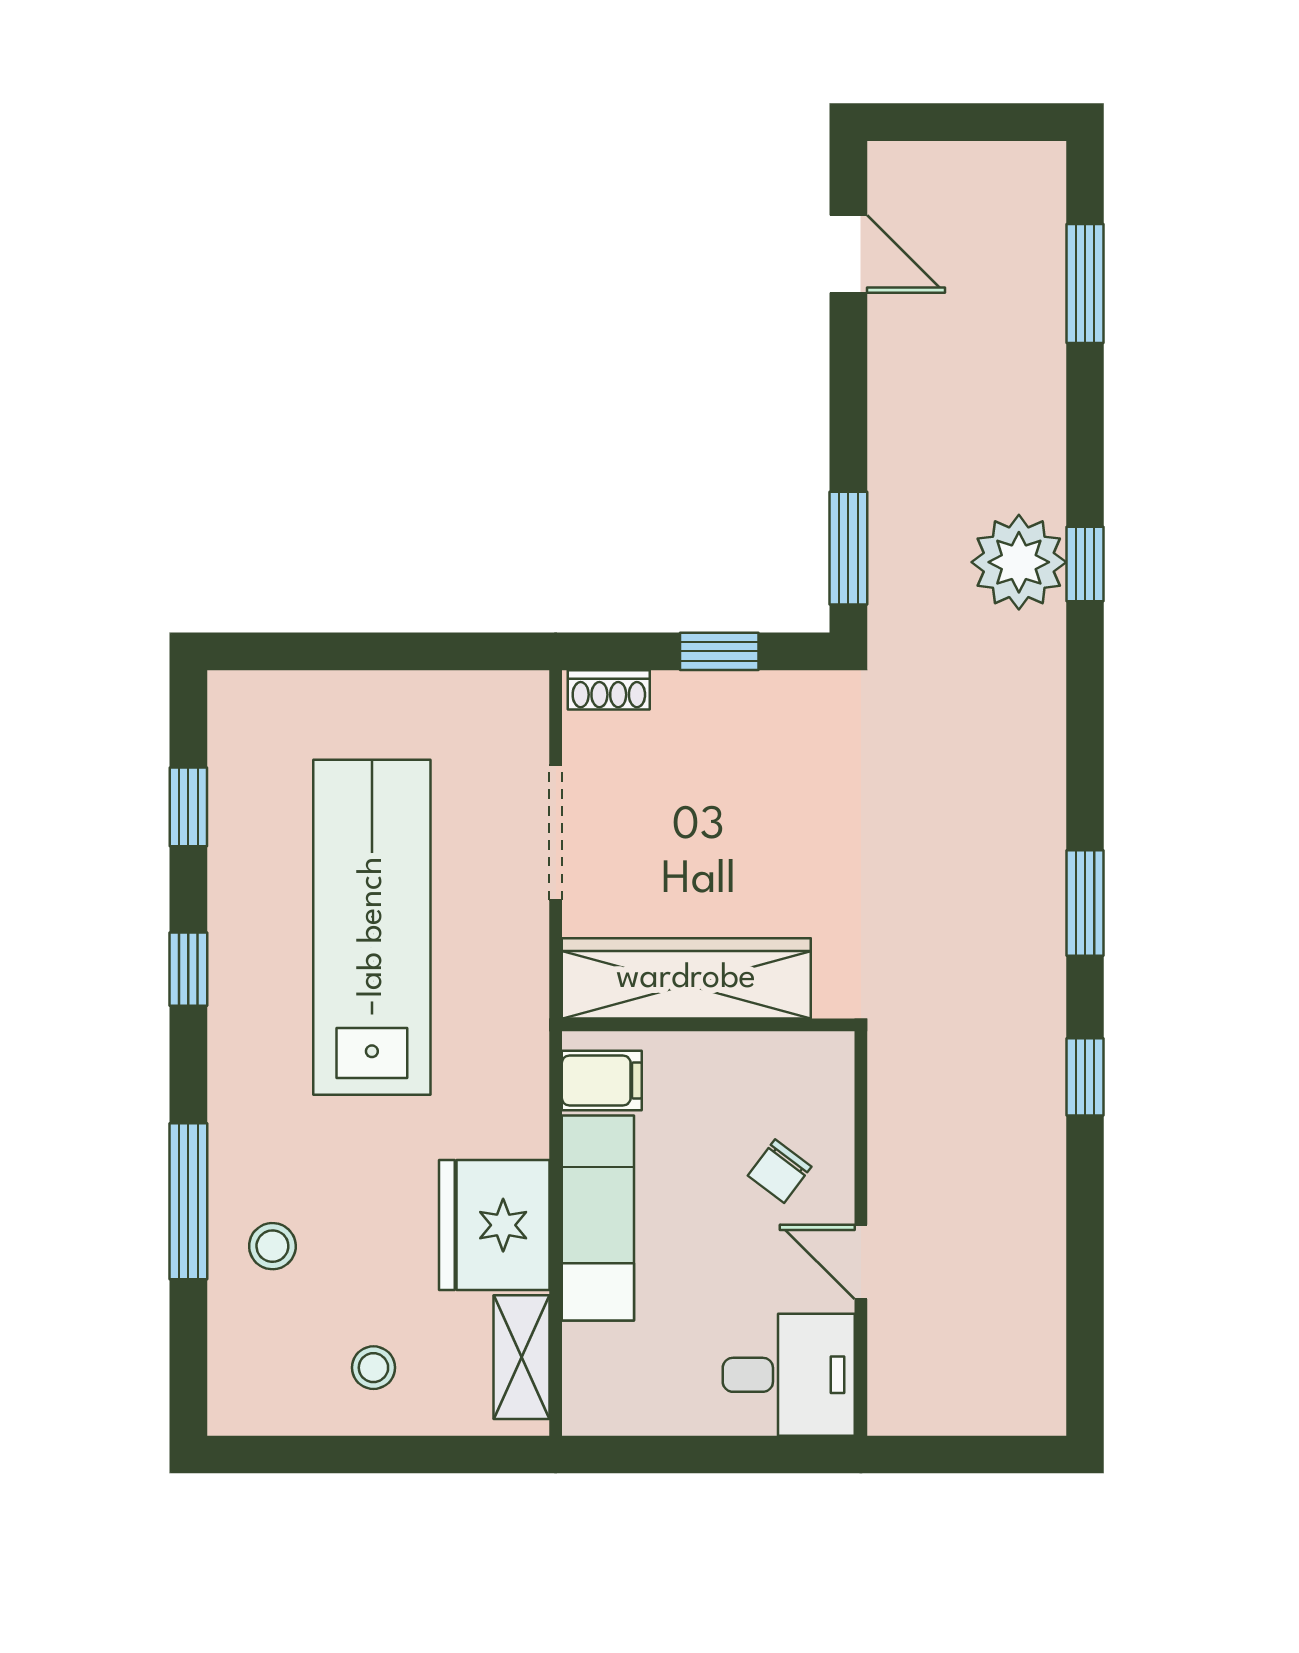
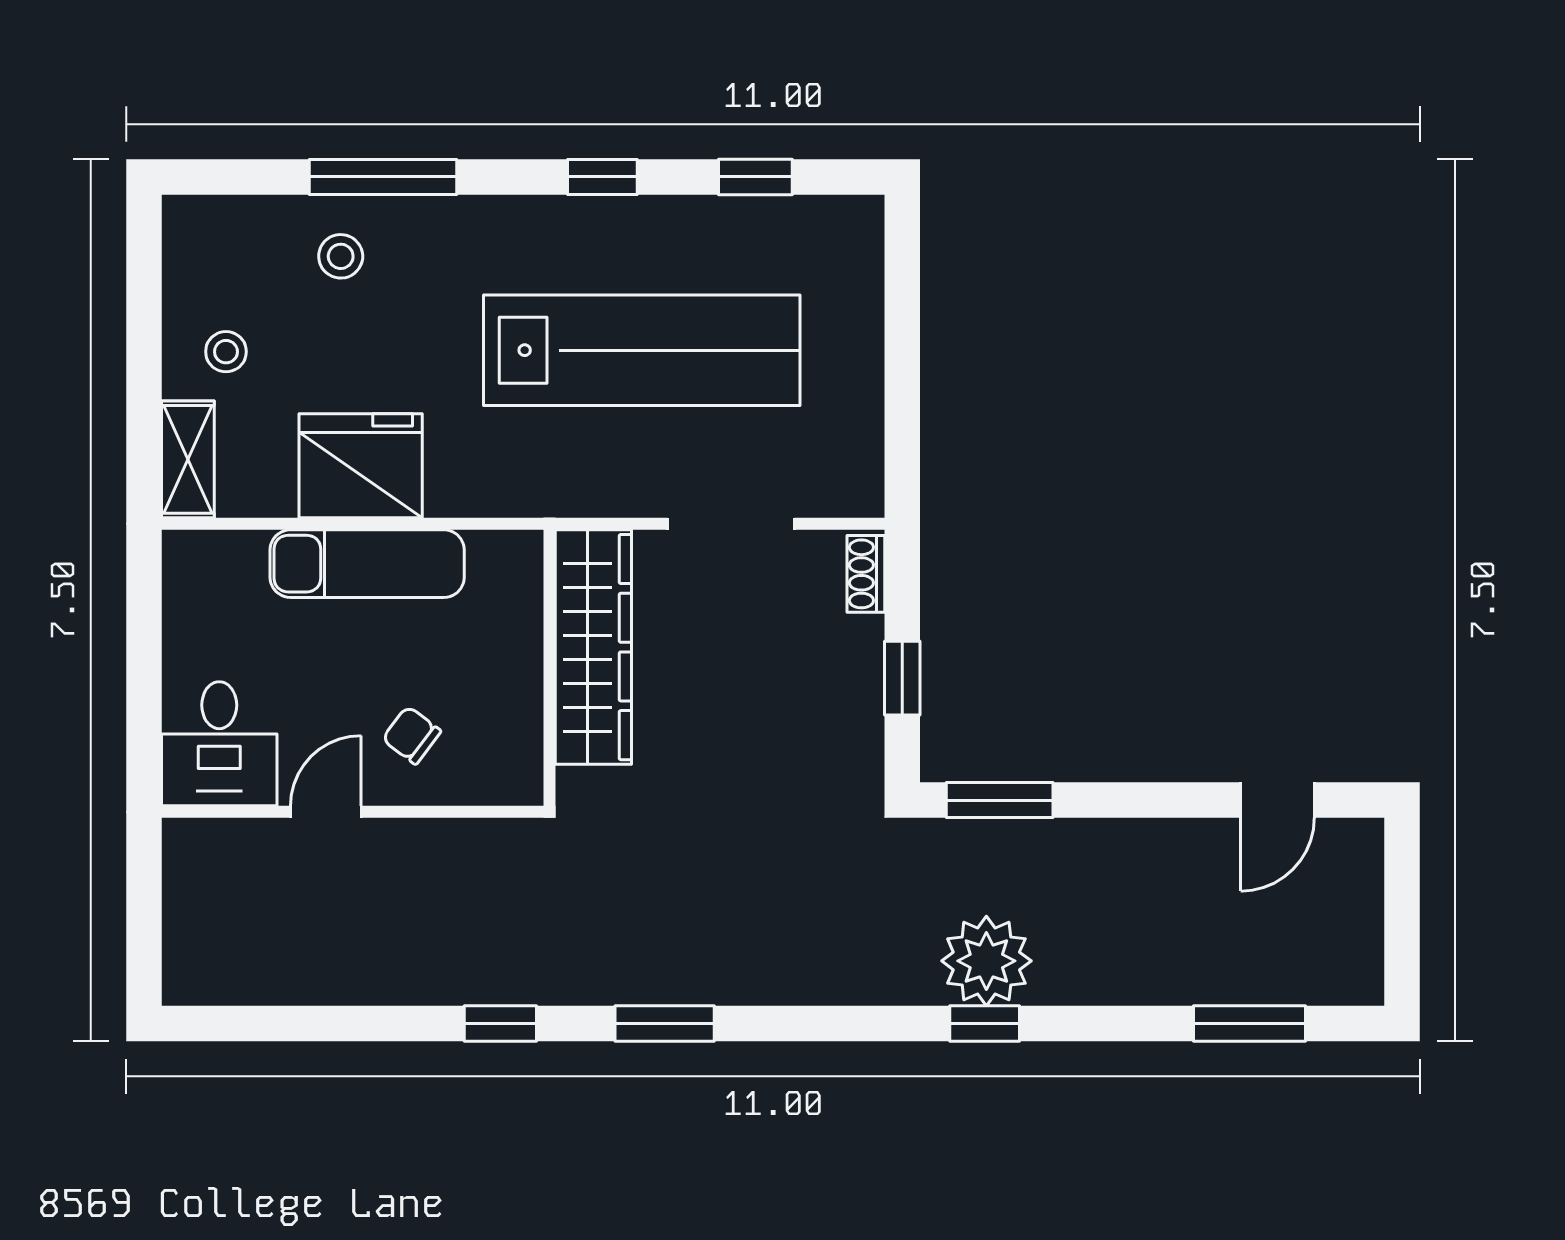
filing cabinet: (602, 1081) -> (497, 567), removed
shelving: (522, 1357) -> (188, 459), moved, turned 90

